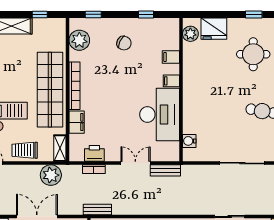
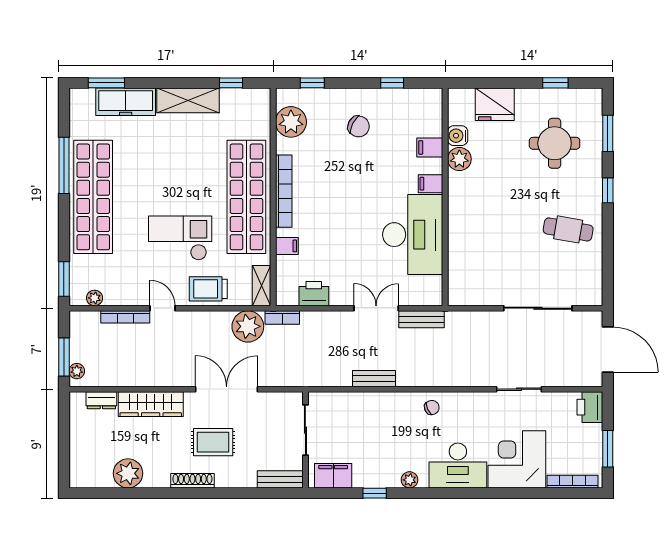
plant: (190, 34) -> (459, 159), moved
filing cabinet: (77, 122) -> (287, 246), width x0.50
water cooler: (189, 141) -> (458, 136), moved
bookcase: (94, 169) -> (282, 318), moved
bench: (97, 210) -> (374, 379), moved

